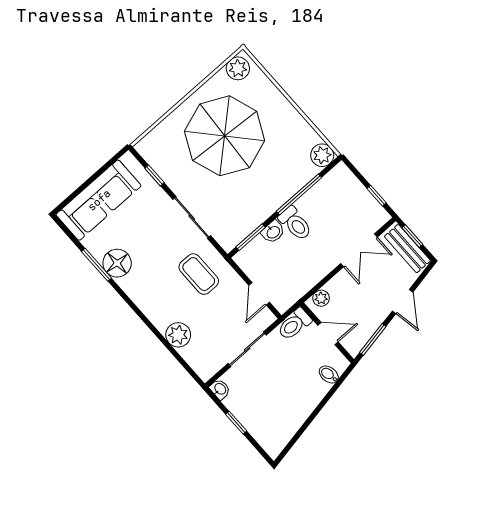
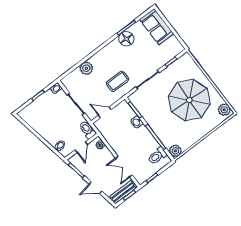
sofa: (99, 200) -> (157, 27), width x0.73
toilet: (295, 223) -> (157, 156), moved

